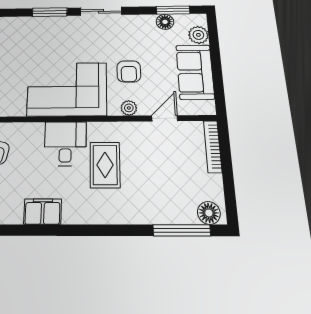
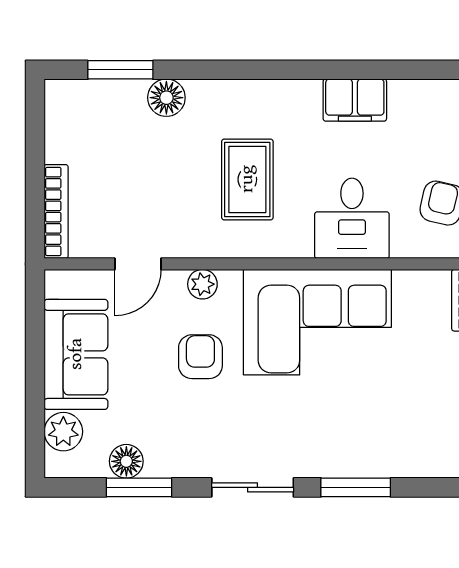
window: (173, 10) -> (139, 487), moved
desk: (65, 143) -> (352, 218), moved
floor lamp: (209, 213) -> (166, 98), moved
window: (182, 230) -> (120, 70), width x0.69

